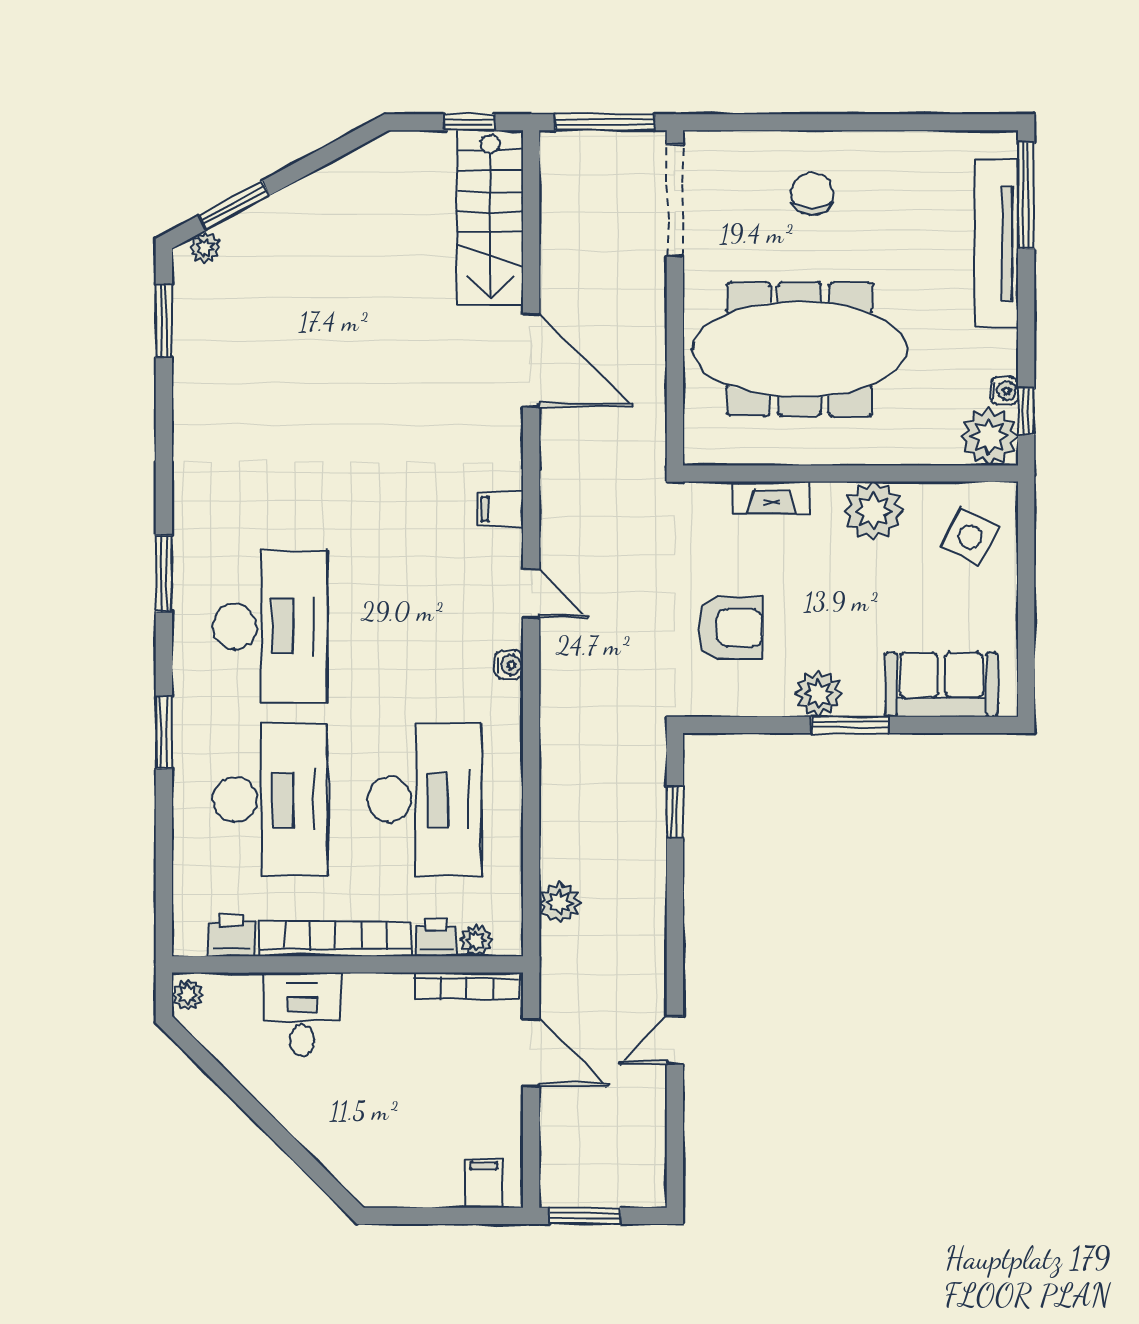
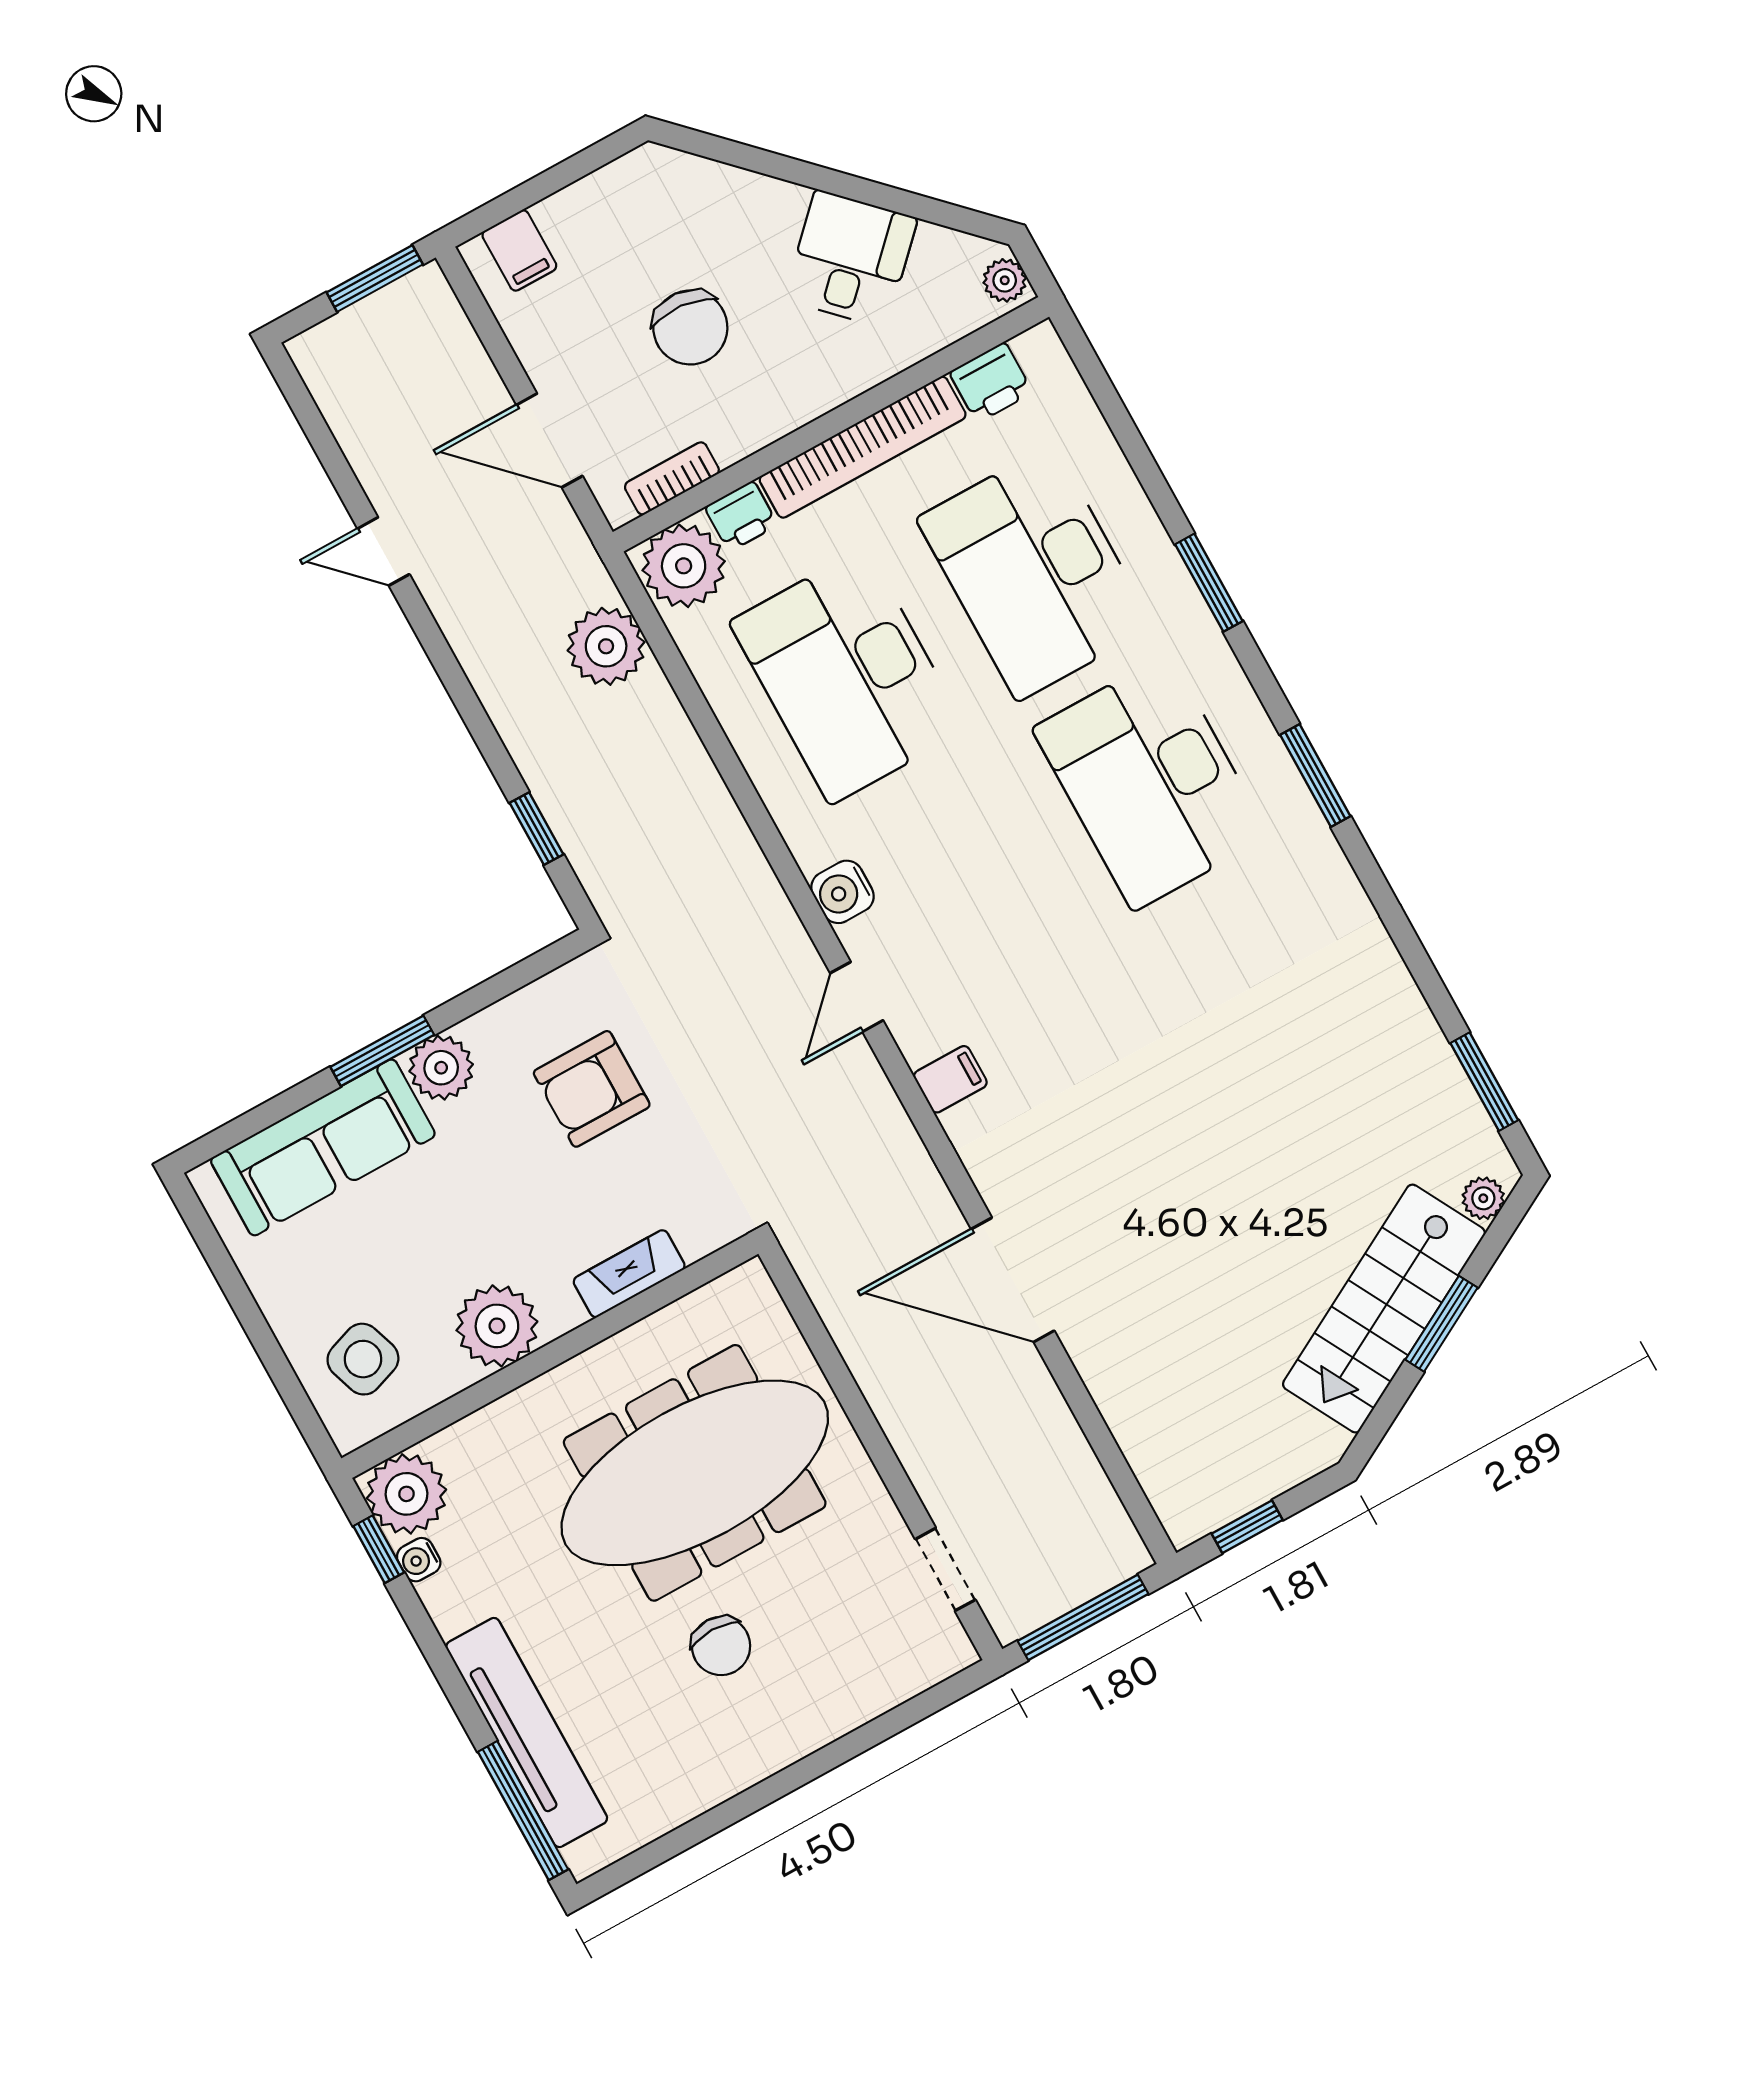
chair: (812, 194) -> (721, 1646), moved
doorway: (675, 201) -> (945, 1569), width x0.53
window: (234, 205) -> (1442, 1324), moved
stairs: (490, 217) -> (1384, 1309), moved, turned -119
side table: (970, 537) -> (363, 1359), turned 45
door: (531, 594) -> (857, 997), hinge flipped
water cooler: (509, 665) -> (842, 892), width x1.38, depth x1.38
sofa: (941, 685) -> (323, 1147), width x1.36
plant: (560, 903) -> (606, 646), width x1.36, depth x1.36
plant: (476, 940) -> (684, 566), width x1.88, depth x1.88
bookcase: (467, 986) -> (672, 478), width x0.64
desk: (302, 1014) -> (851, 259), moved, turned -135
door: (675, 1040) -> (383, 551), swing flipped
chair: (403, 1075) -> (690, 327), added

